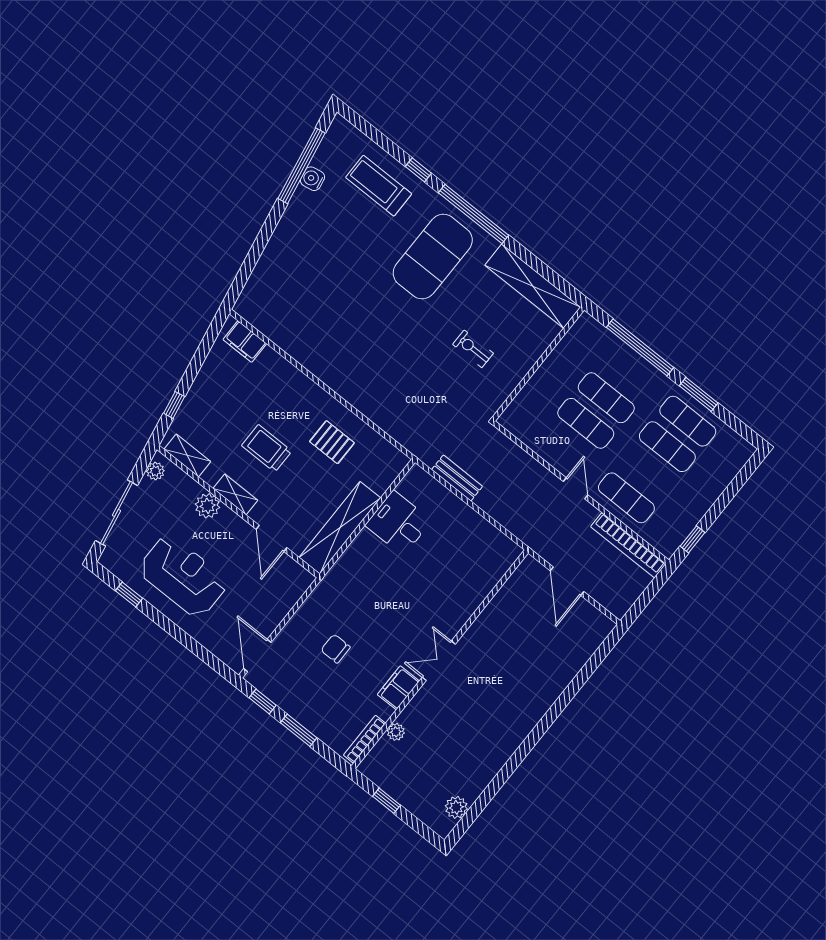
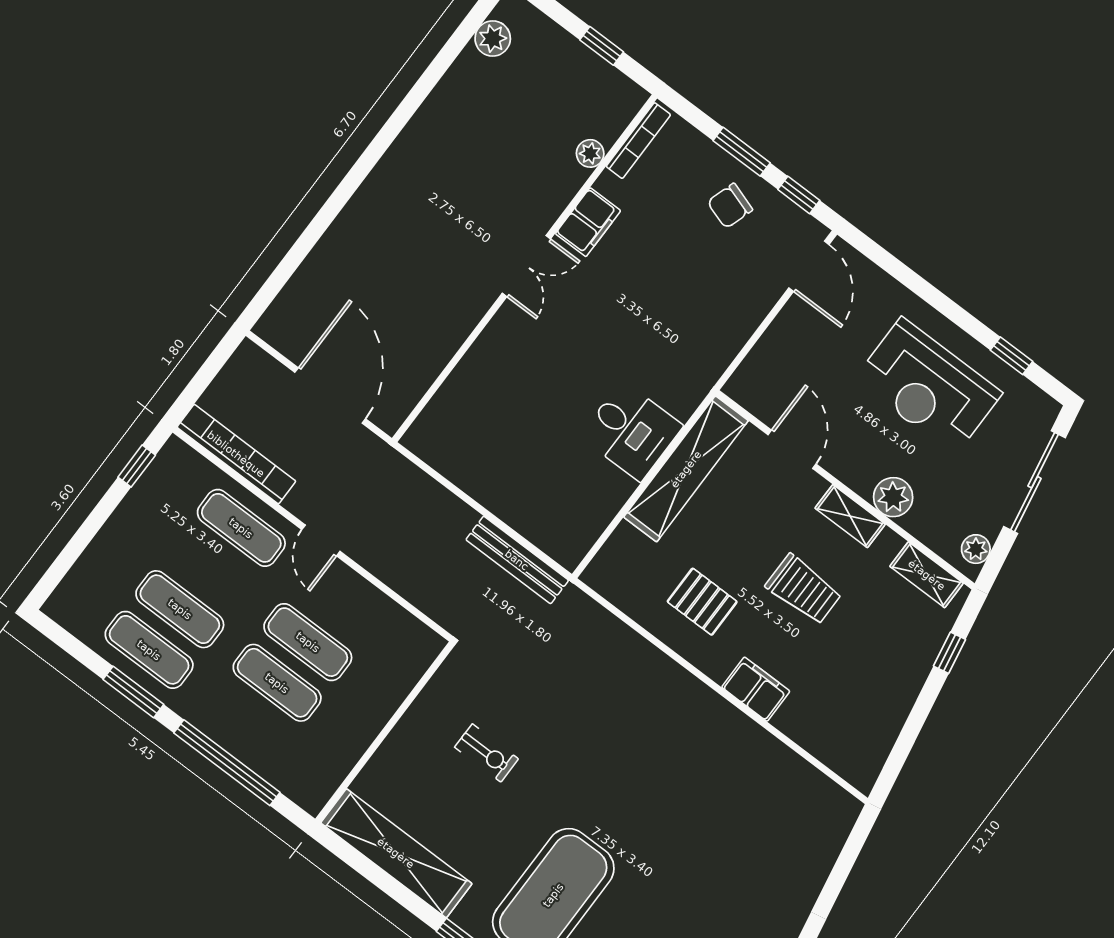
filing cabinet: (245, 342) -> (756, 689), moved
bench: (457, 478) -> (517, 560), width x1.36
desk: (398, 523) -> (631, 431), moved
door: (567, 581) -> (330, 395), width x1.36
chair: (336, 649) -> (730, 206), moved, turned 108

